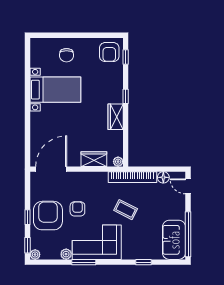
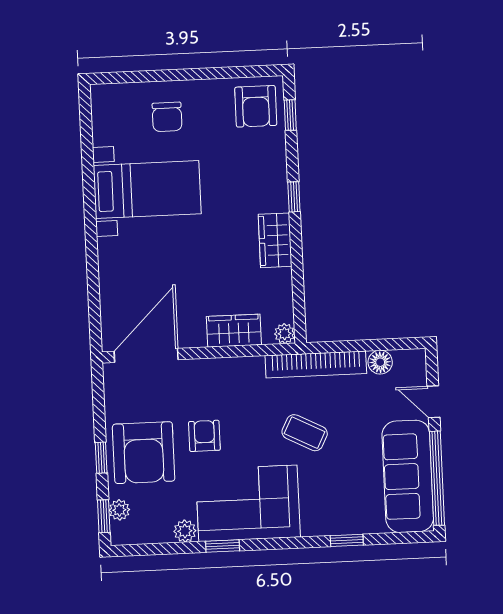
door: (188, 186) -> (434, 402), moved
armchair: (48, 216) -> (144, 453), turned 180
sofa: (174, 240) -> (408, 476), width x1.36
plant: (35, 254) -> (119, 510), moved
window: (84, 262) -> (223, 546), width x0.67

